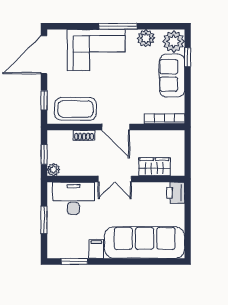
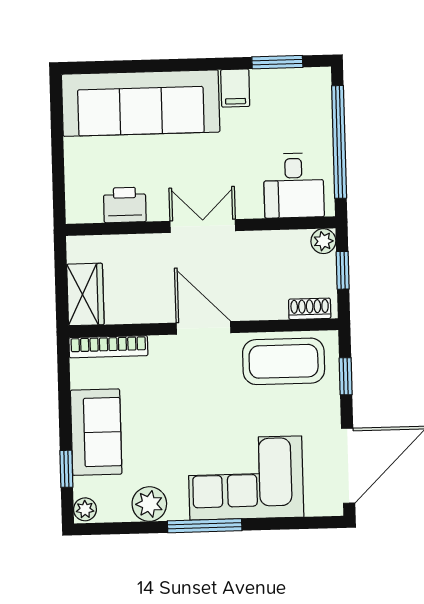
plant: (174, 41) -> (85, 509), width x0.53, depth x0.53
shoe rack: (84, 135) -> (310, 309), moved
wardrobe: (154, 167) -> (85, 294), moved, turned -90
printer: (176, 193) -> (125, 205), moved, turned -90
desk: (73, 198) -> (294, 185), width x0.73
window: (44, 220) -> (339, 142), width x2.11

